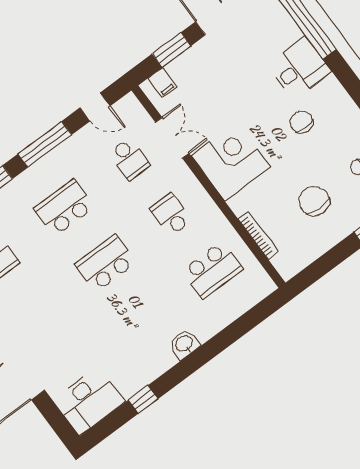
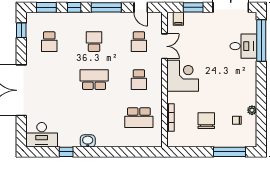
desk: (299, 68) -> (243, 46), moved
chair: (301, 122) -> (227, 82), removed
school desk: (64, 208) -> (94, 42), width x0.54
school desk: (171, 215) -> (139, 80), turned 180
washbasin: (184, 344) -> (88, 141), moved

